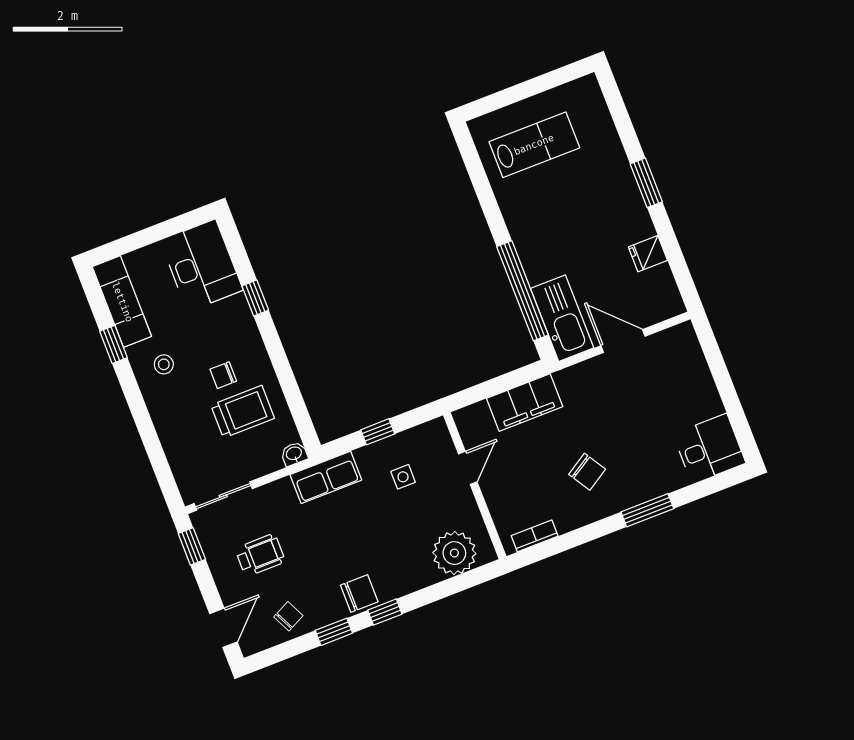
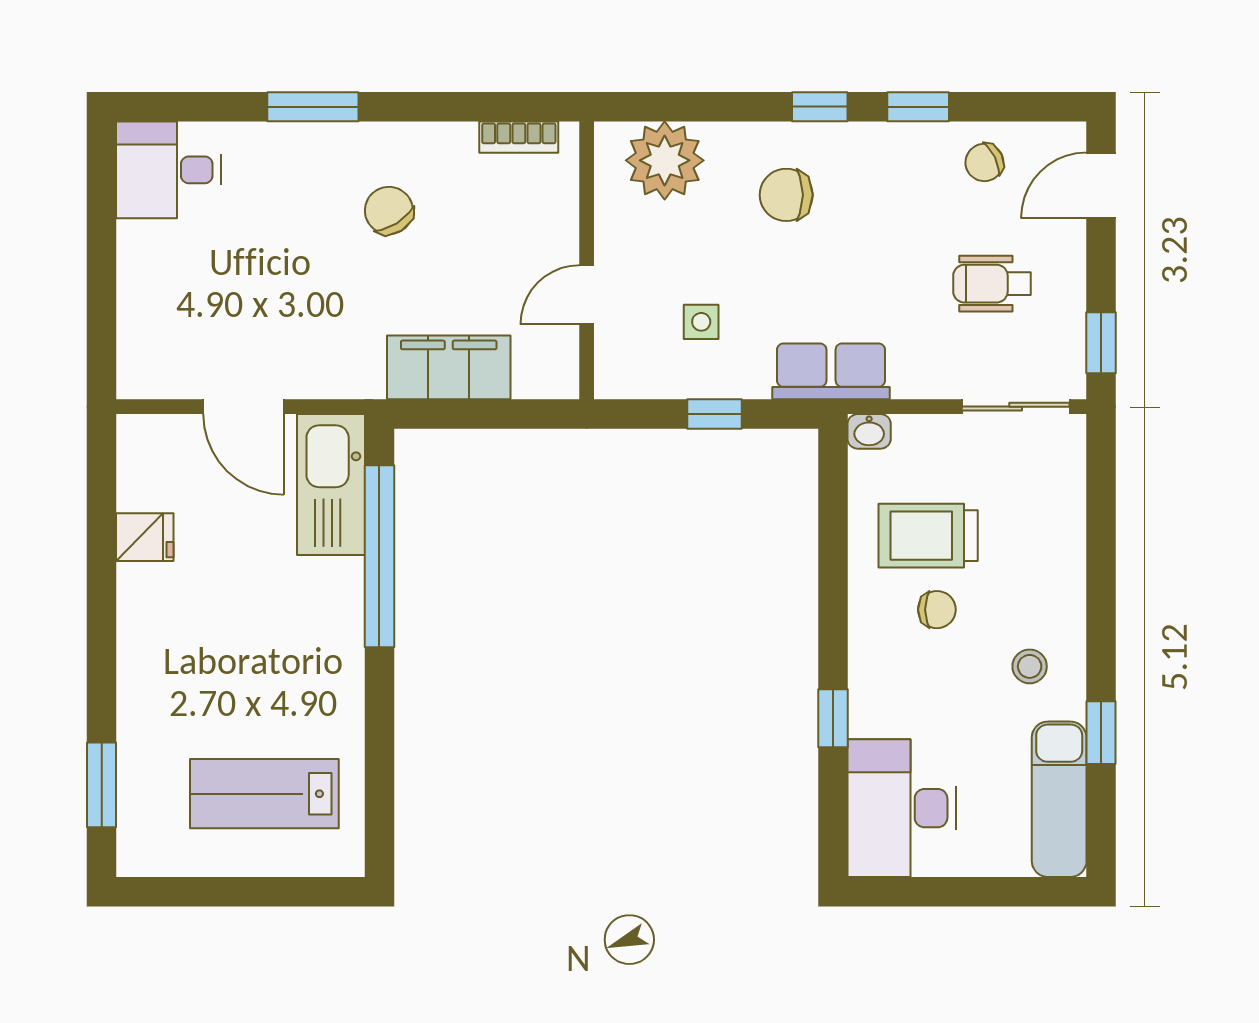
window: (646, 183) -> (102, 785), moved
chair: (359, 593) -> (786, 195), moved

